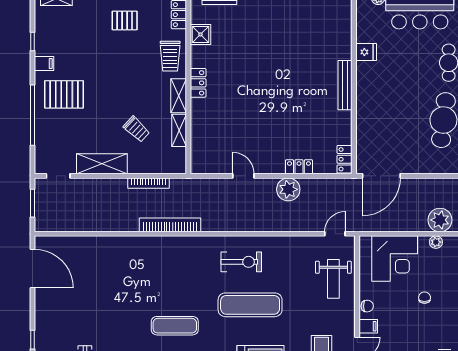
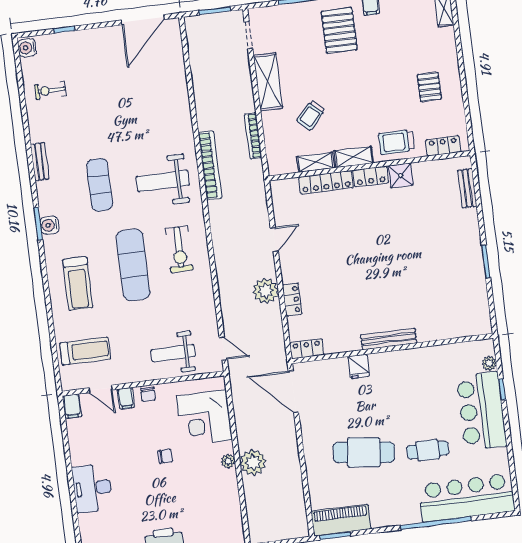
shower: (200, 34) -> (401, 175), moved
fridge: (366, 52) -> (359, 366), moved
locker: (198, 123) -> (326, 182), added
weight bench: (179, 269) -> (163, 181), added

